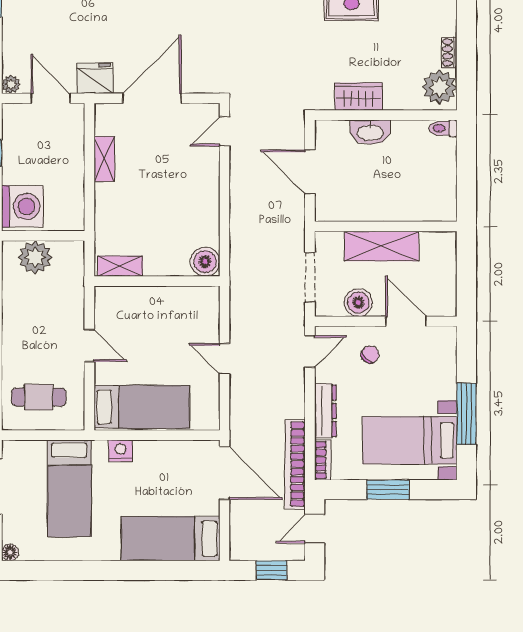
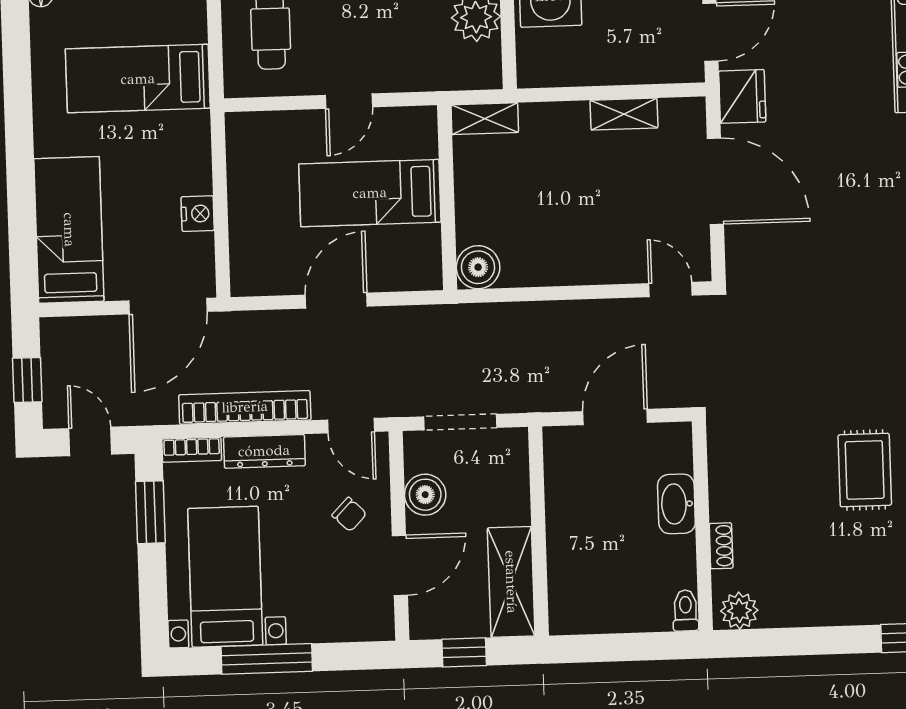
shoe rack: (449, 53) -> (721, 546), moved, turned 90
plant: (440, 87) -> (739, 611), width x0.73, depth x0.73
wardrobe: (359, 96) -> (728, 485), removed
shelving: (381, 246) -> (511, 582), moved
shelving: (120, 266) -> (485, 119), moved, turned 90
window: (466, 280) -> (464, 652), added
door: (224, 359) -> (336, 301), width x1.38
bed: (142, 407) -> (370, 193), moved, turned 90
nightstand: (121, 451) -> (198, 214), moved
bookcase: (295, 464) -> (245, 407), moved
window: (388, 490) -> (150, 512), moved

